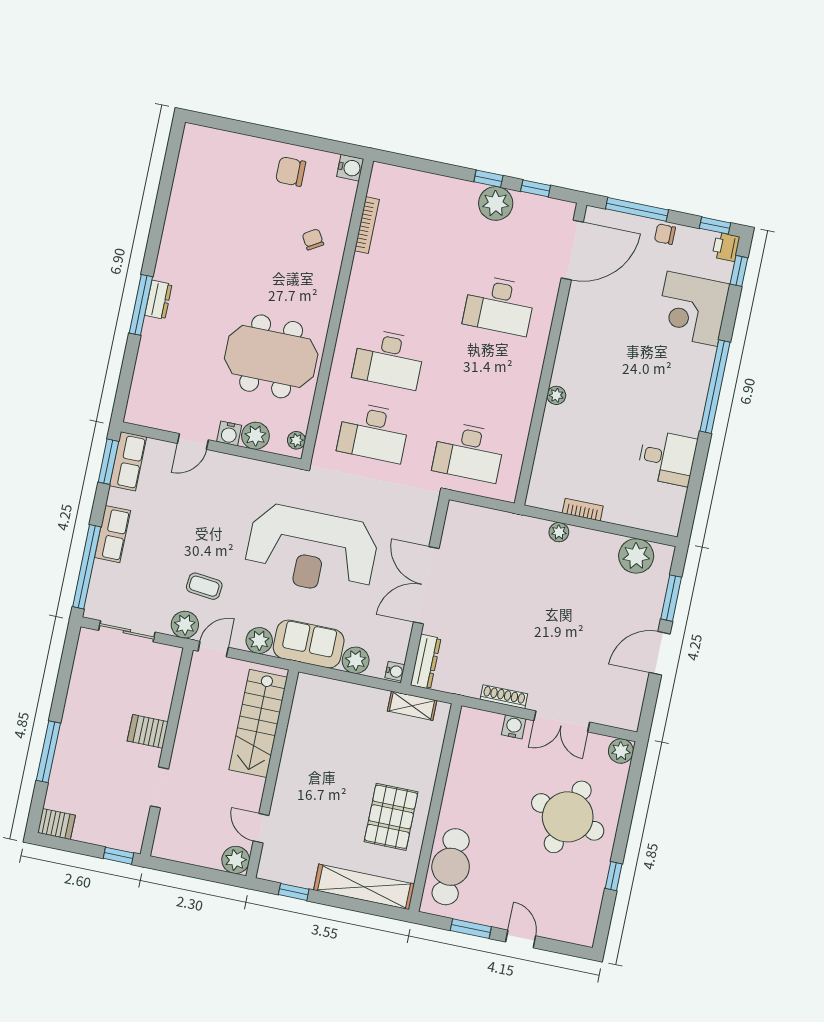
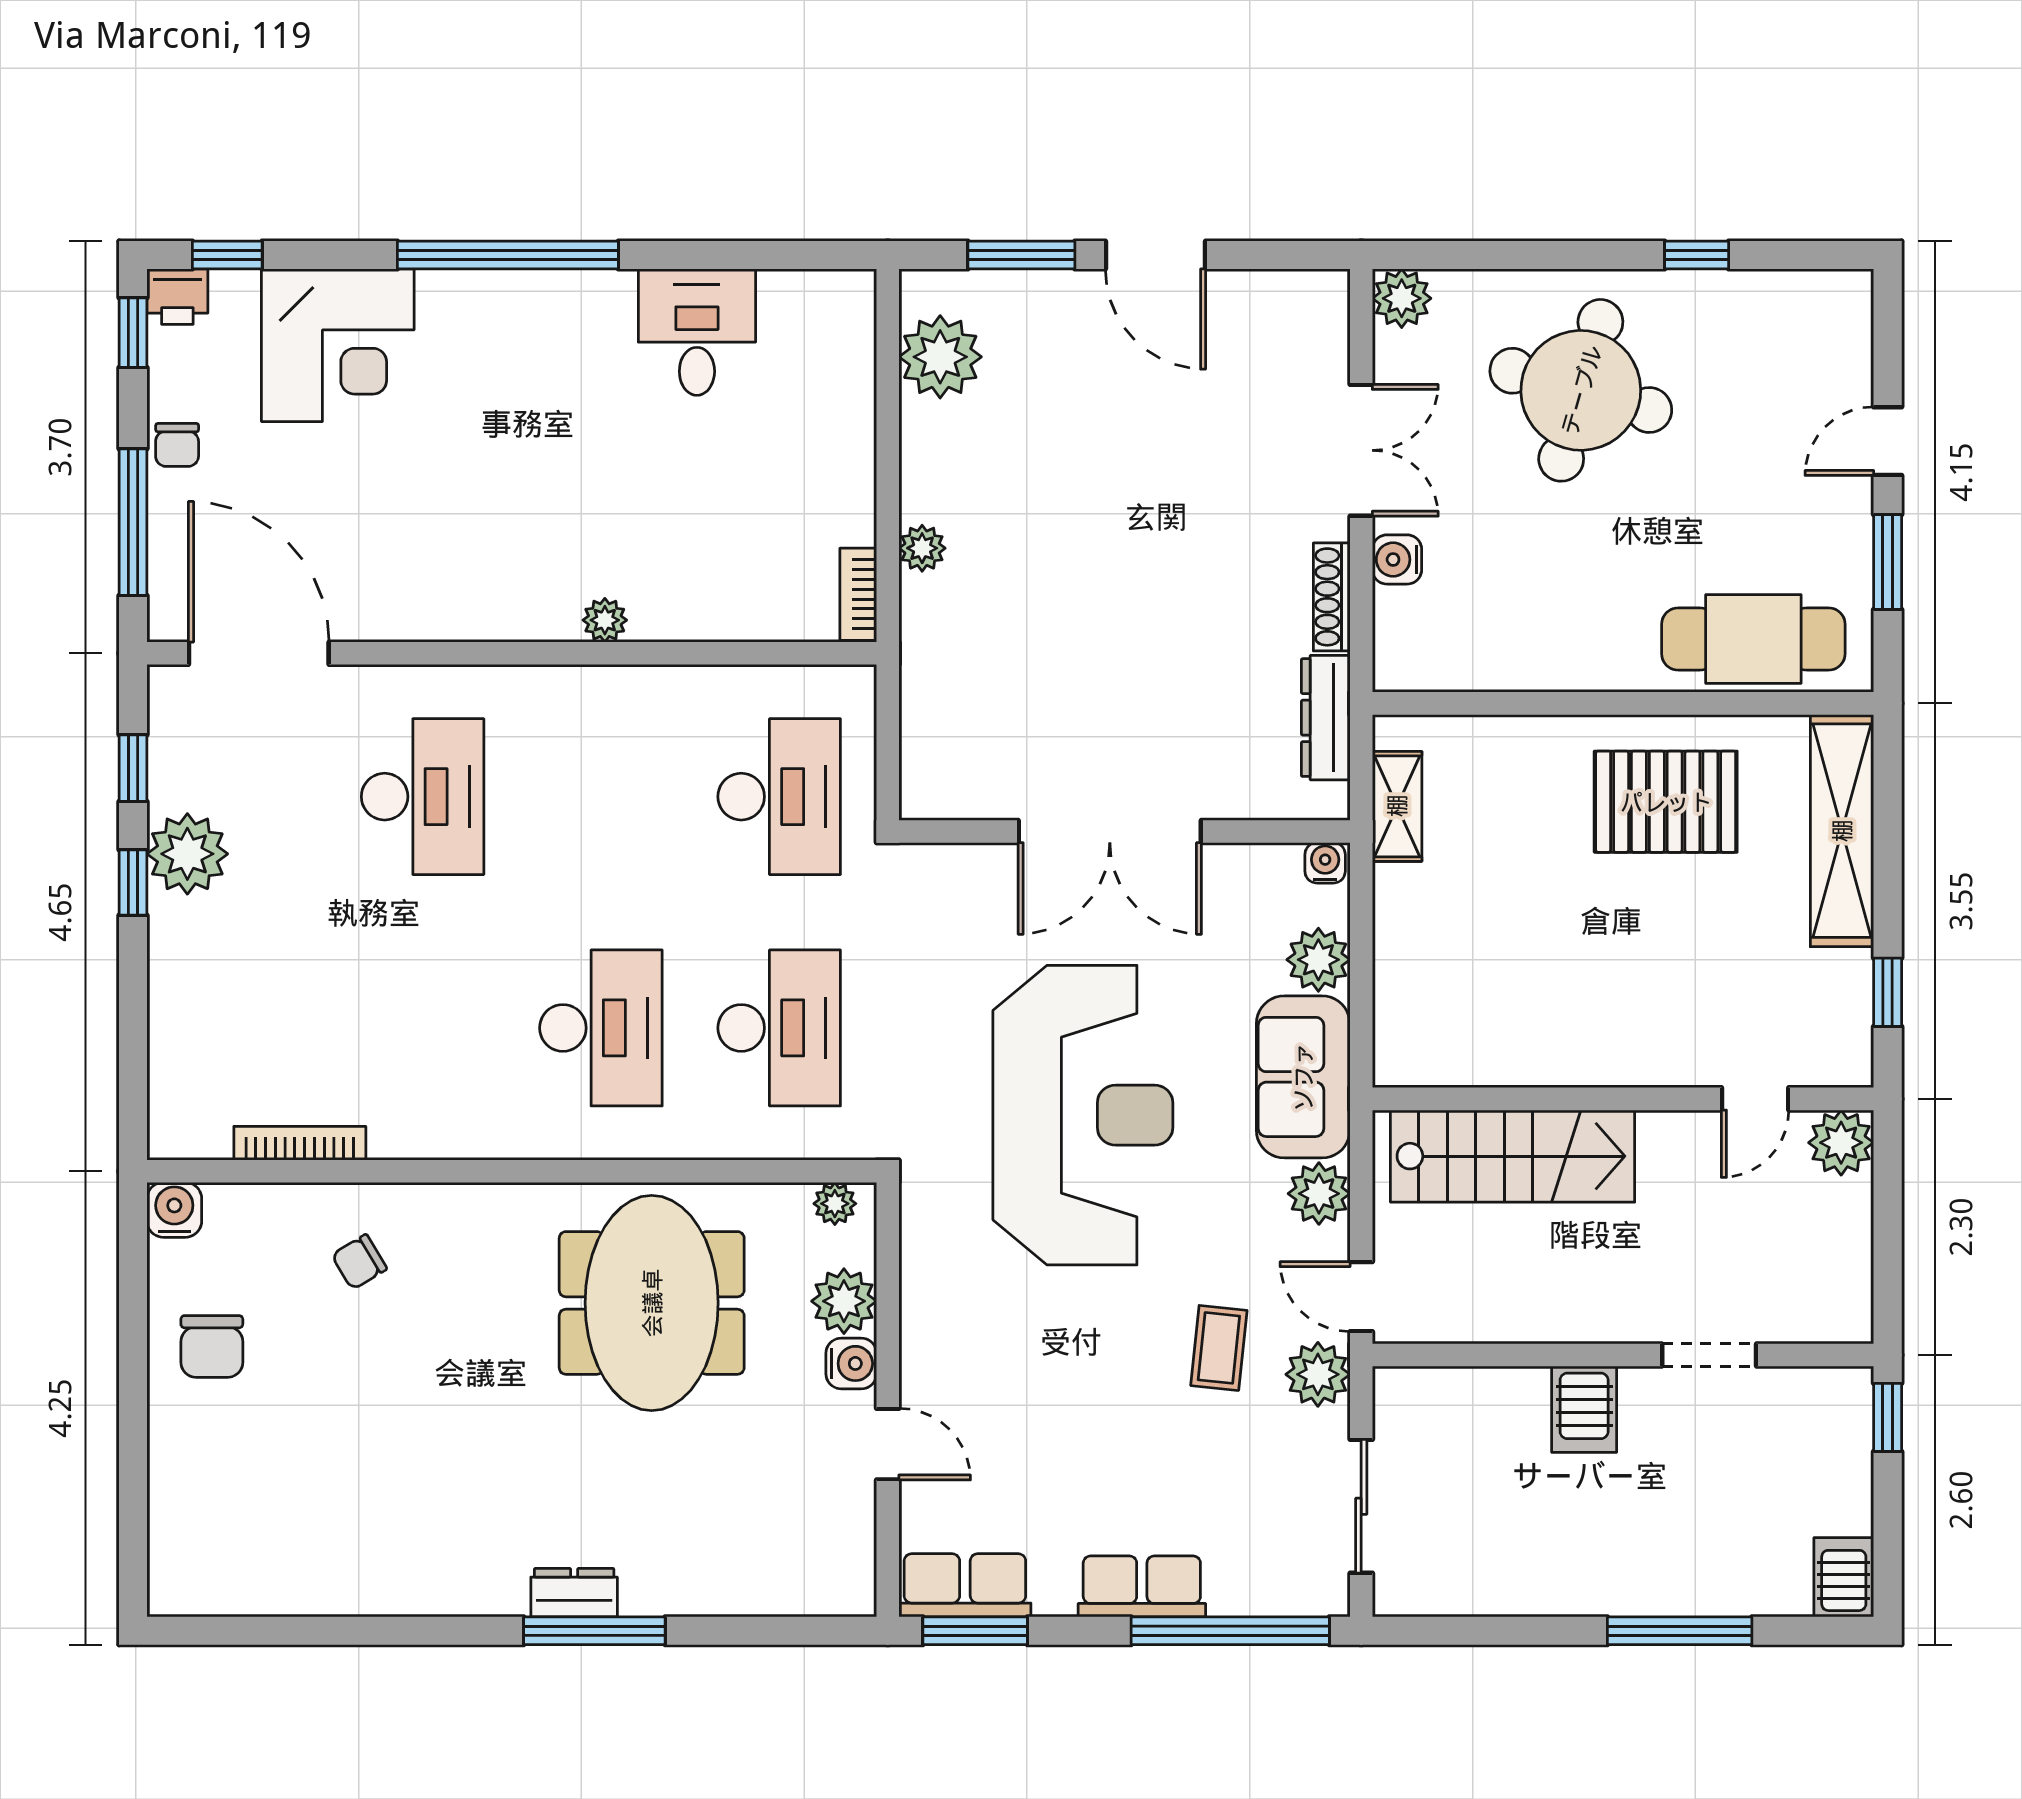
bookcase: (583, 510) -> (858, 594), moved
dresser: (426, 662) -> (1326, 718), moved, turned -90

